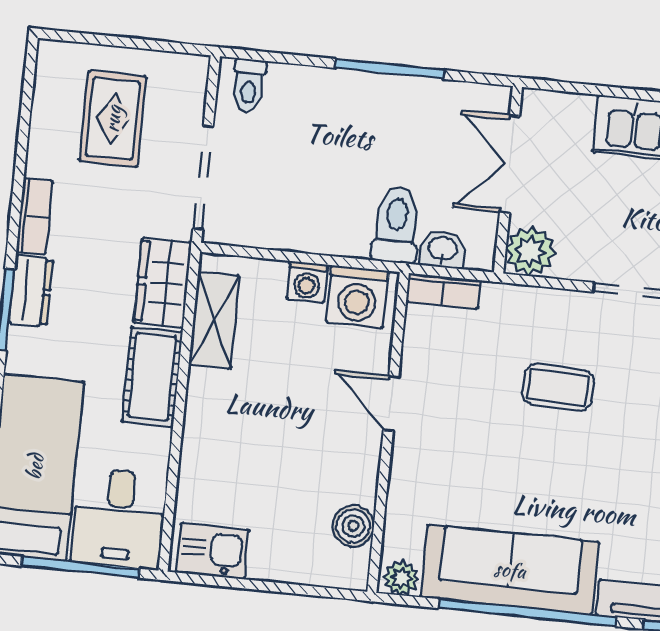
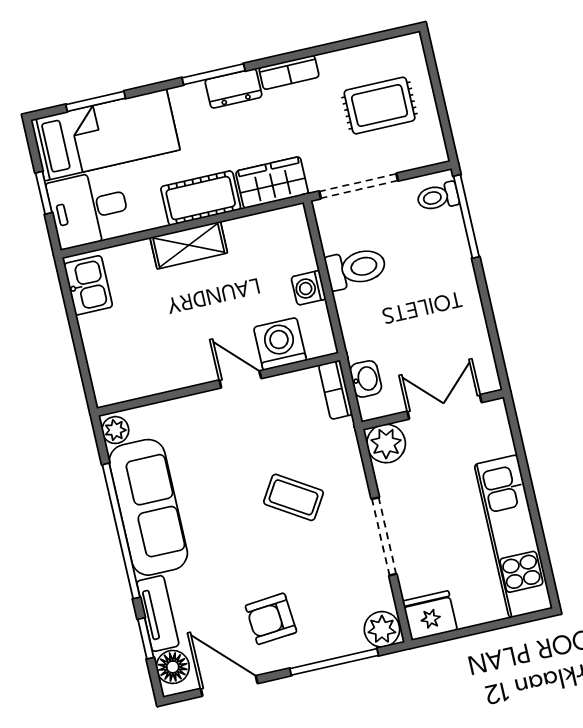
window: (390, 69) -> (466, 216), moved
toilet: (396, 225) -> (356, 268), moved
washing machine: (357, 297) -> (280, 344), moved, turned 90
shelving: (214, 320) -> (189, 245), moved
coffee table: (558, 387) -> (293, 497), turned -60
door: (391, 403) -> (240, 379), hinge flipped
boiler: (353, 526) -> (141, 382), removed
window: (80, 567) -> (44, 193), width x0.46

